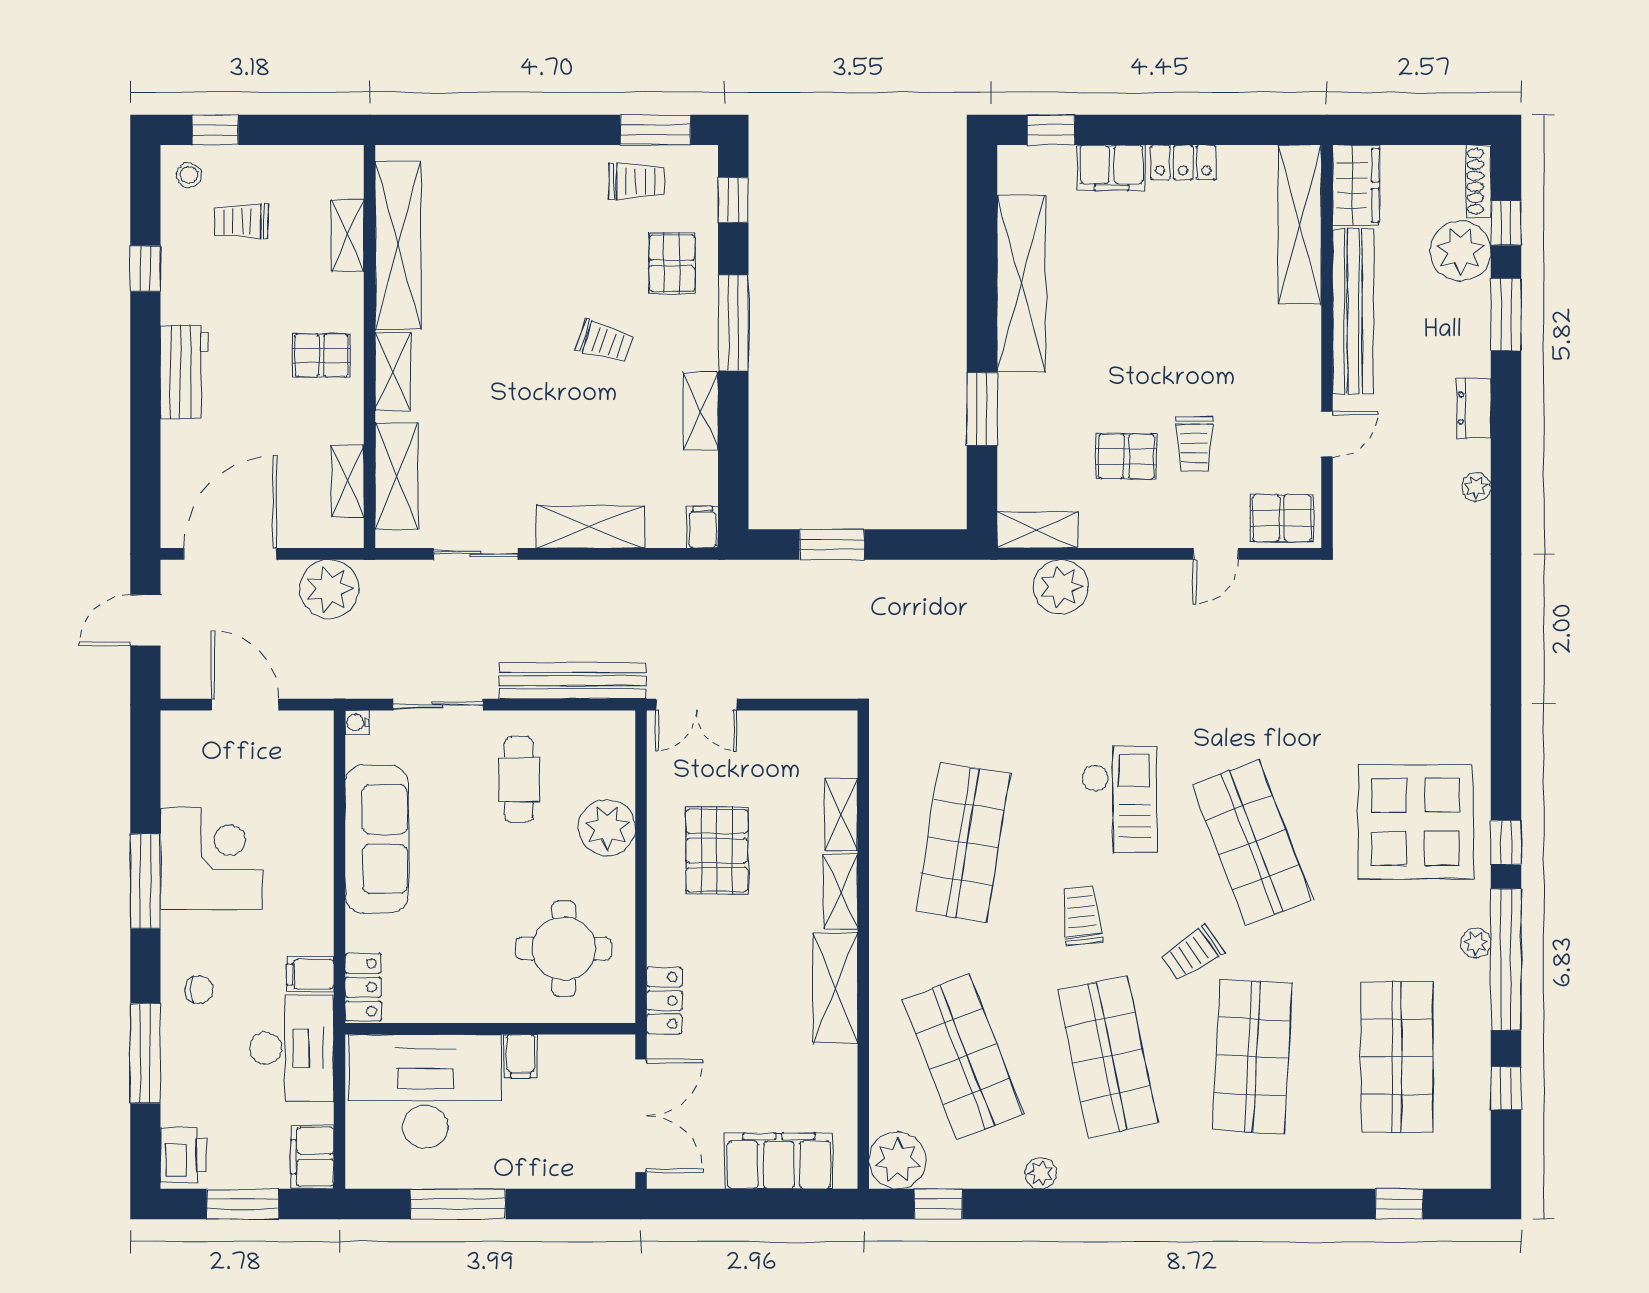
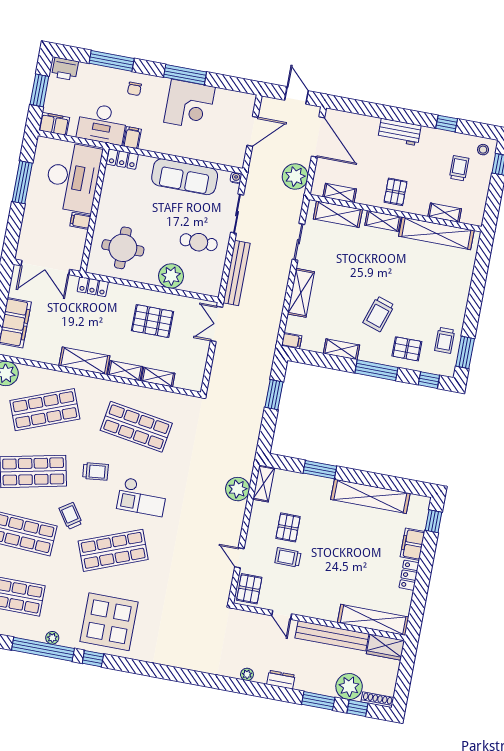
trolley: (605, 342) -> (379, 314), width x1.36, depth x1.39

